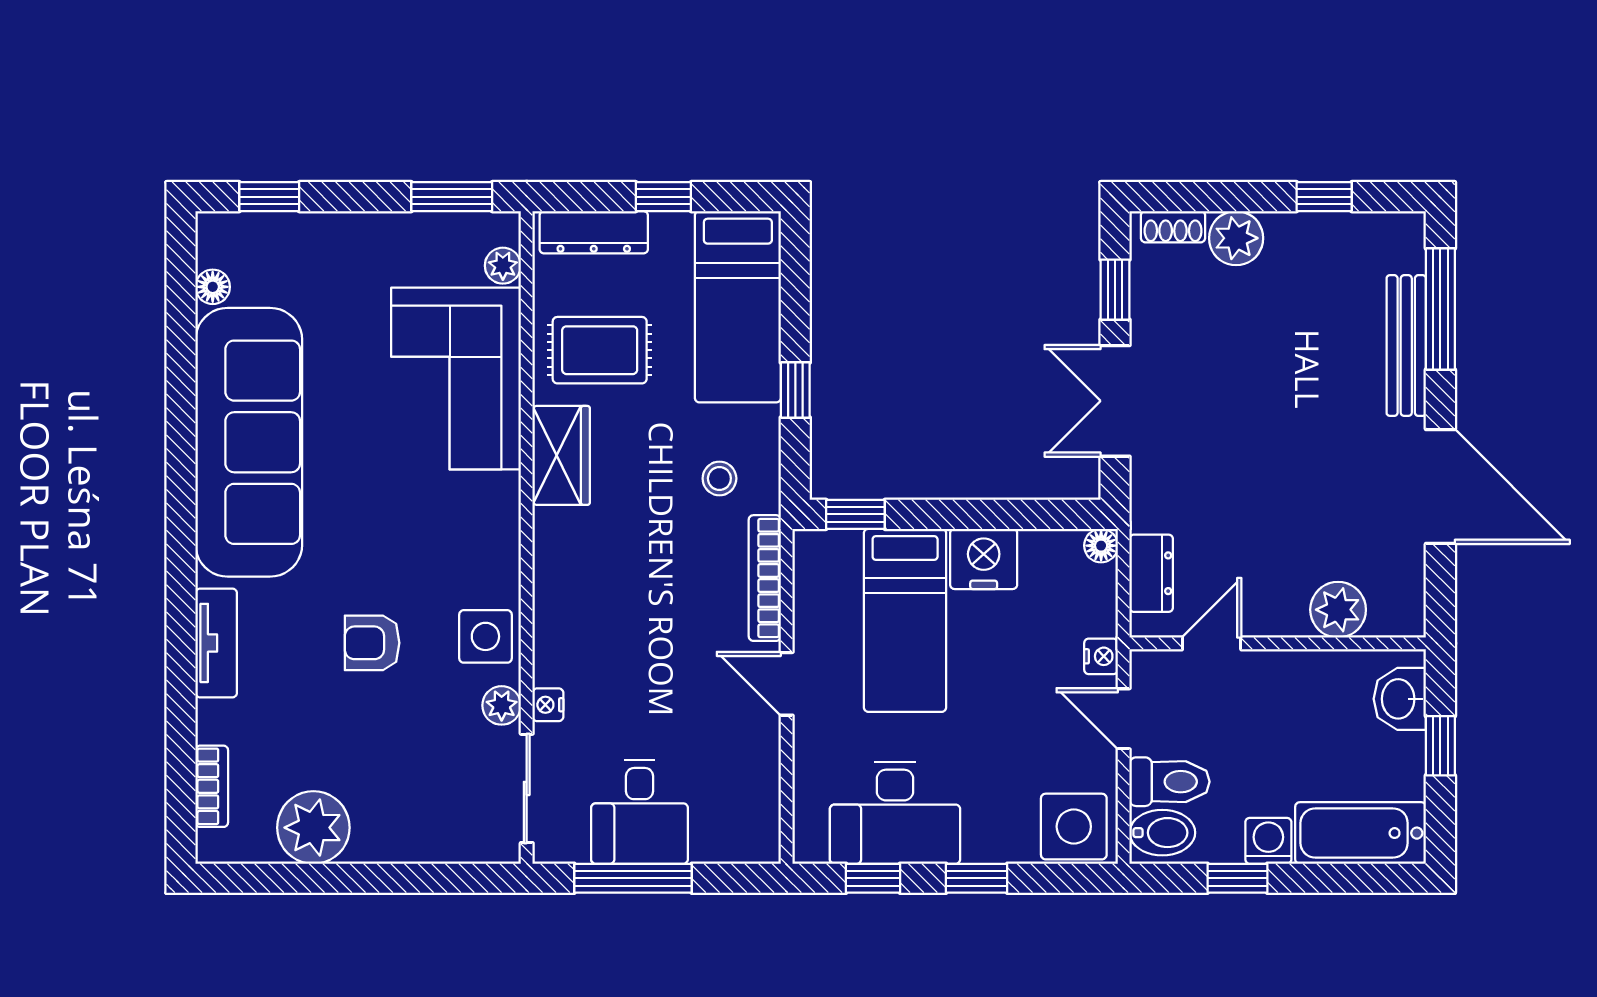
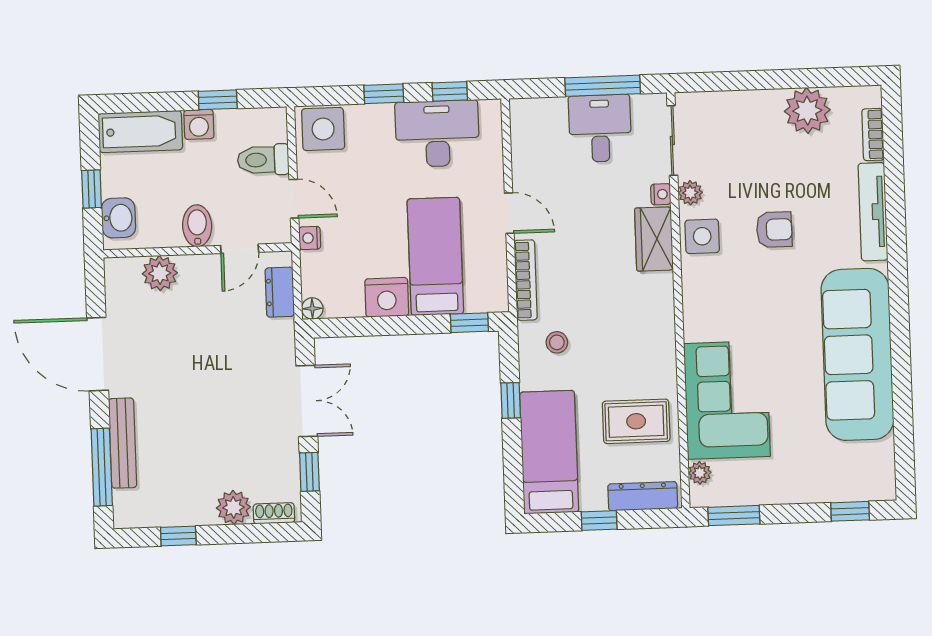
floor lamp: (213, 287) -> (884, 453), removed
wardrobe: (561, 455) -> (654, 239), moved
tv unit: (216, 643) -> (873, 212), width x1.41
bidet: (1162, 833) -> (197, 226), moved, turned 90

